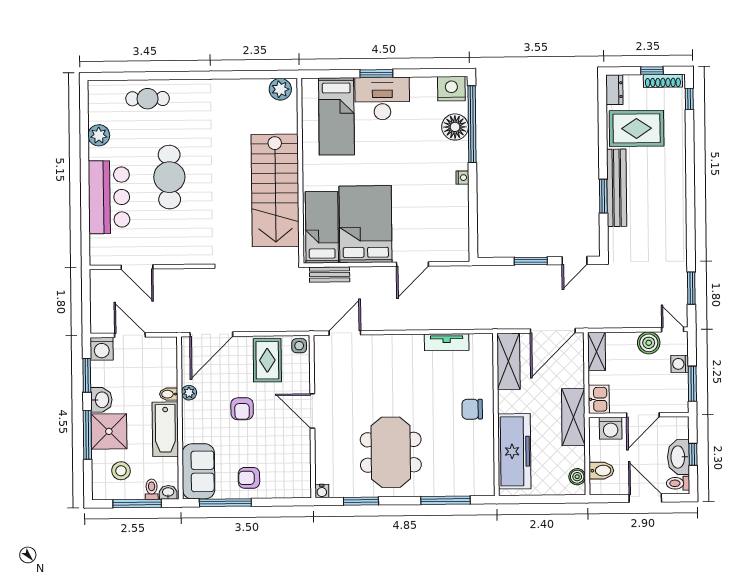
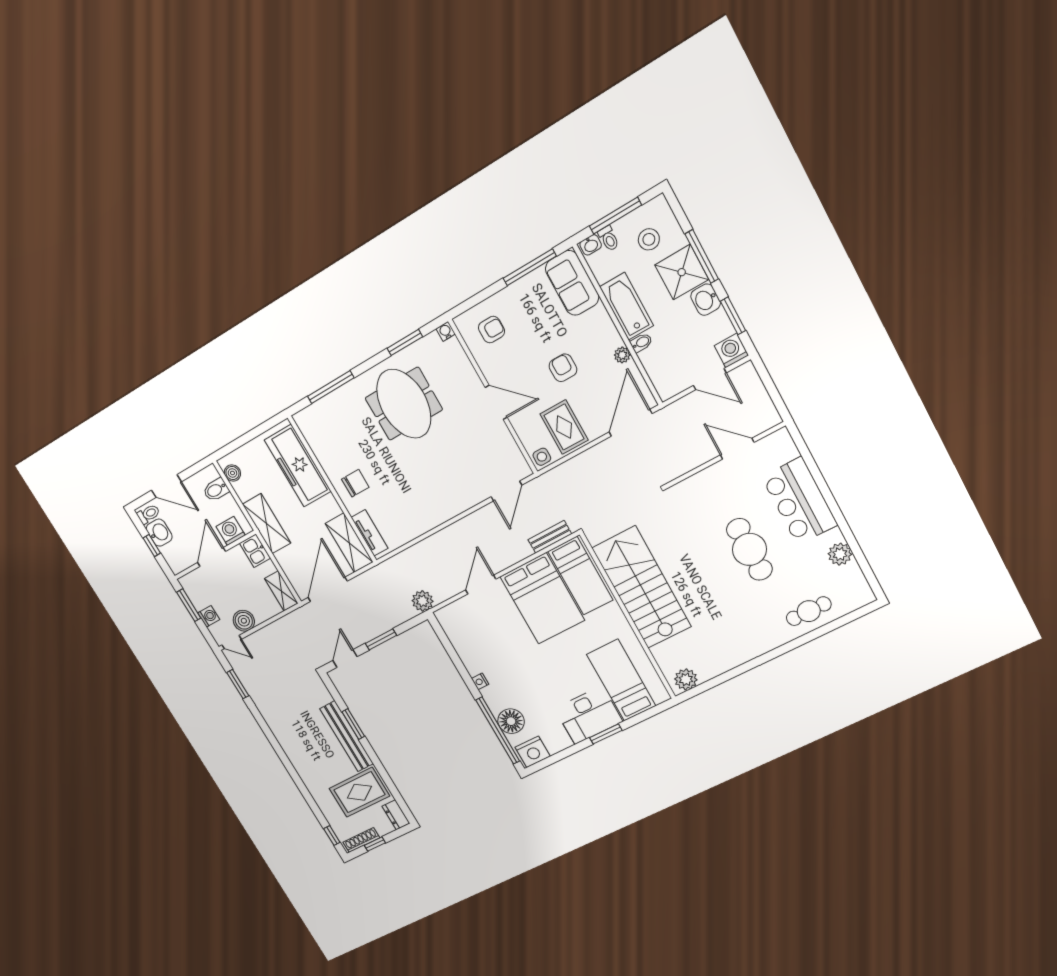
plant: (473, 276) -> (423, 601), added
tv unit: (447, 342) -> (370, 533), moved, turned 90
washbasin: (678, 457) -> (159, 533), width x0.72
armchair: (249, 478) -> (492, 330), moved

